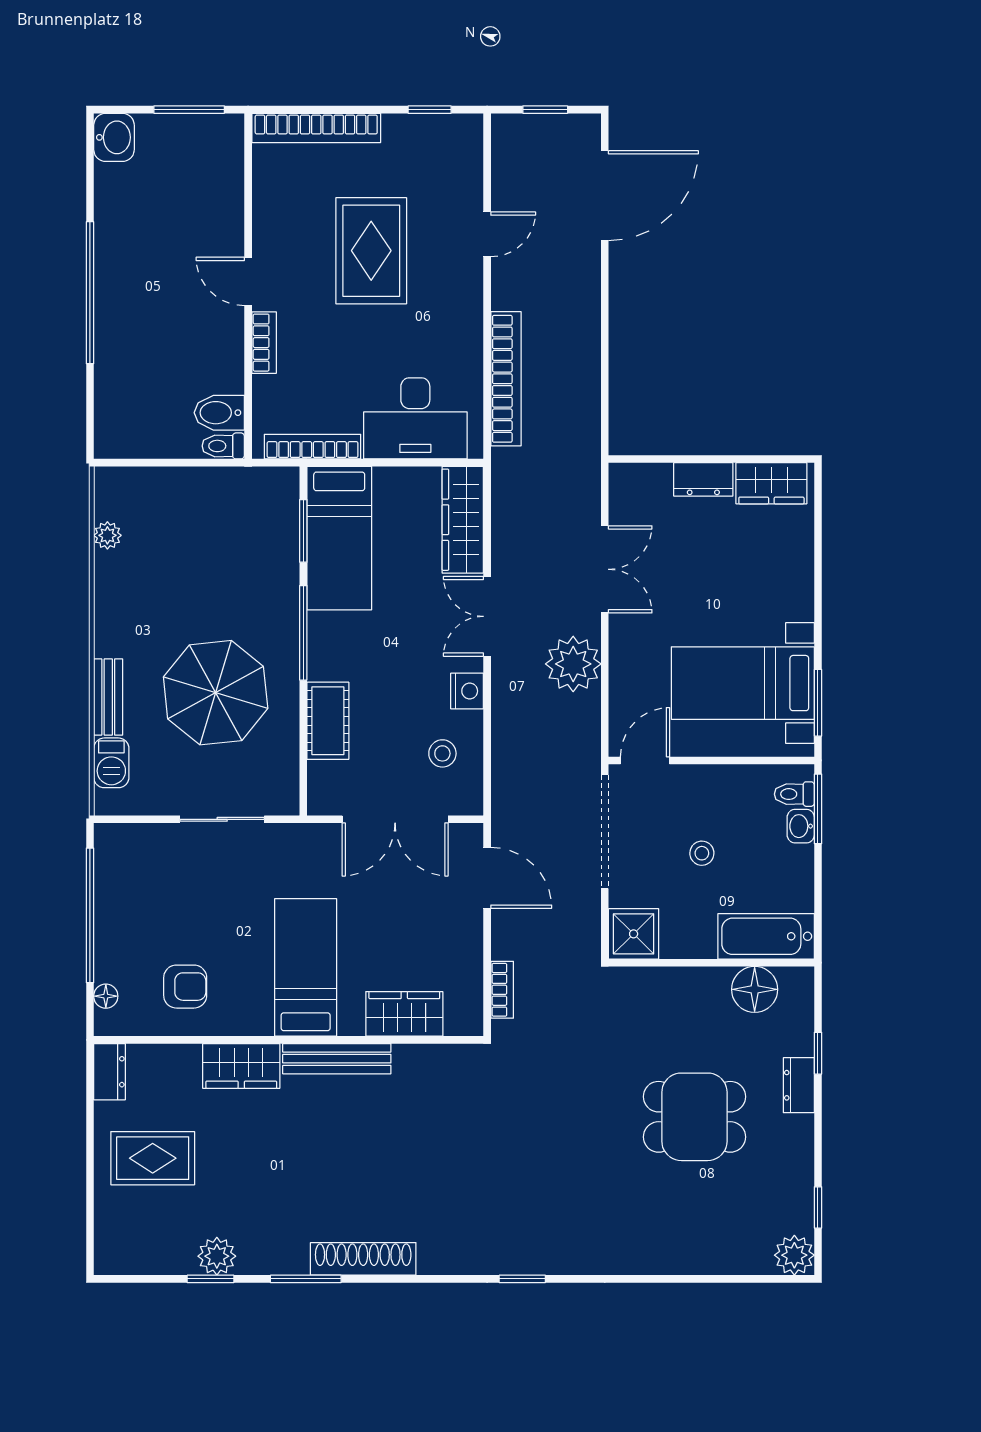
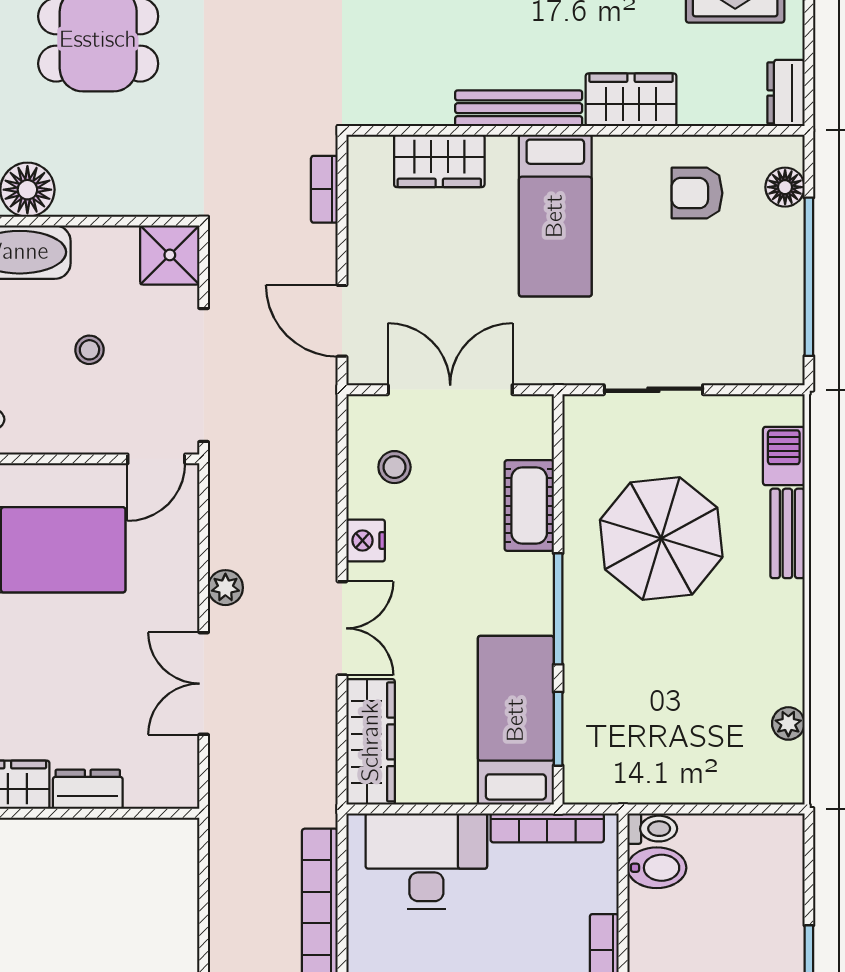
plant: (573, 664) -> (225, 588), width x0.53, depth x0.53
floor lamp: (106, 996) -> (785, 187), width x1.37, depth x1.37

